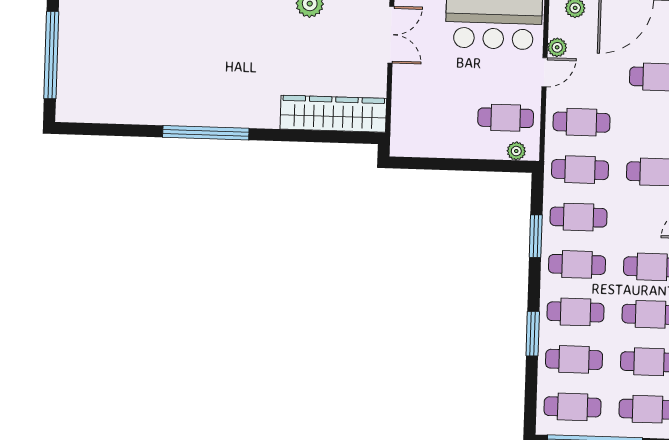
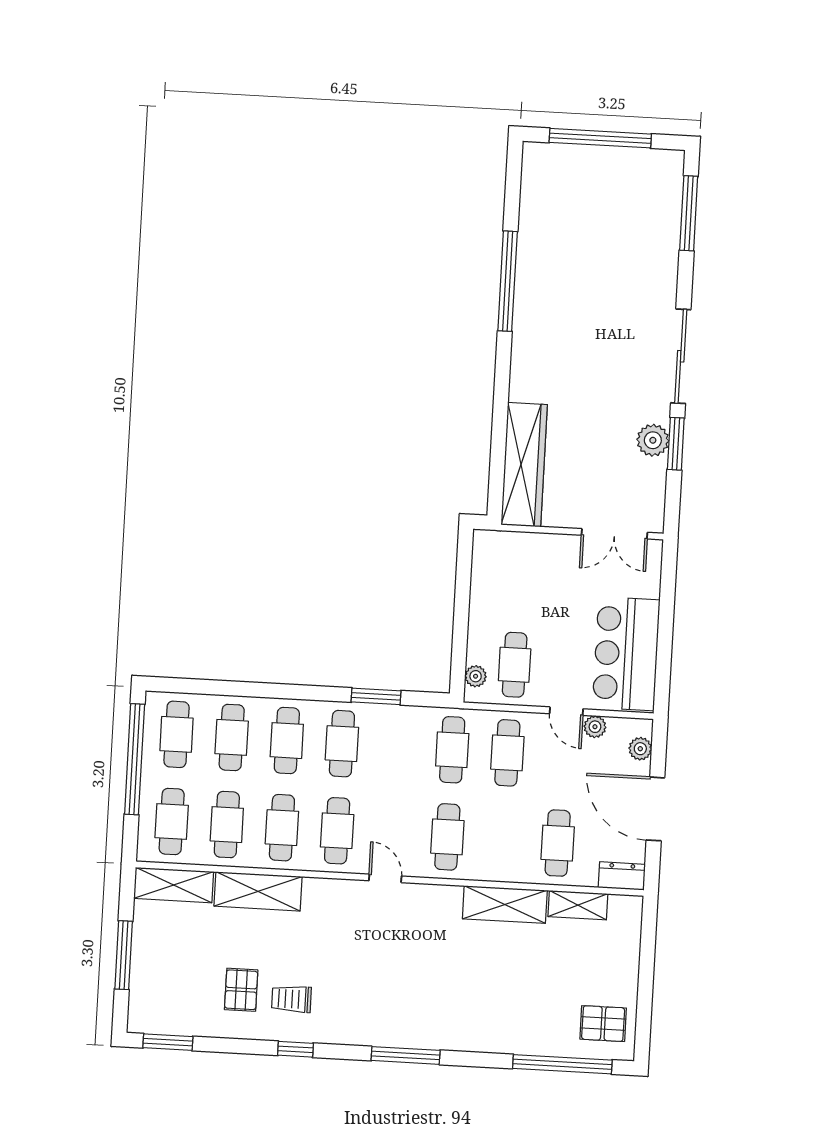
window: (206, 133) -> (508, 281), moved
cafe table: (579, 217) -> (397, 747), removed
window: (533, 334) -> (263, 690), removed

